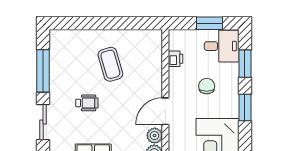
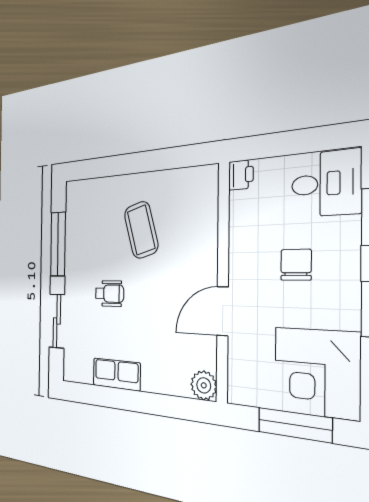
window: (210, 23) -> (302, 141), removed
printer: (176, 59) -> (241, 175), moved
plant: (155, 136) -> (205, 354), removed

